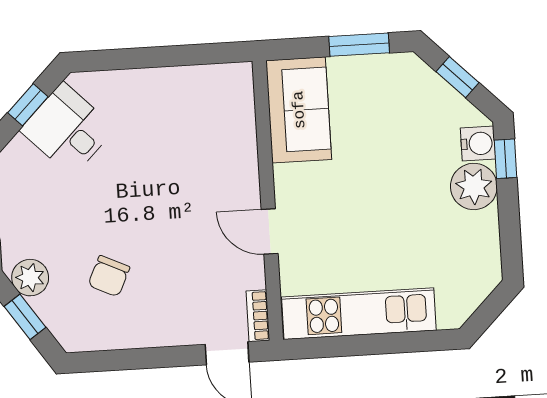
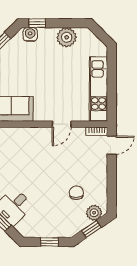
plant: (474, 186) -> (67, 37), moved
chair: (109, 276) -> (76, 193), turned -115
plant: (30, 278) -> (94, 213), moved

